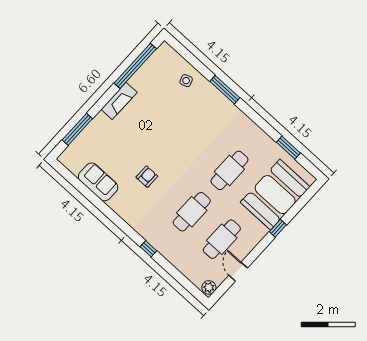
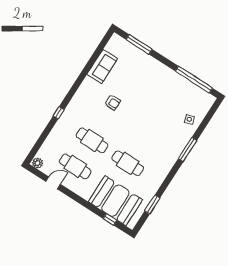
fireplace: (119, 101) -> (166, 72), removed
window: (278, 228) -> (110, 219), moved

